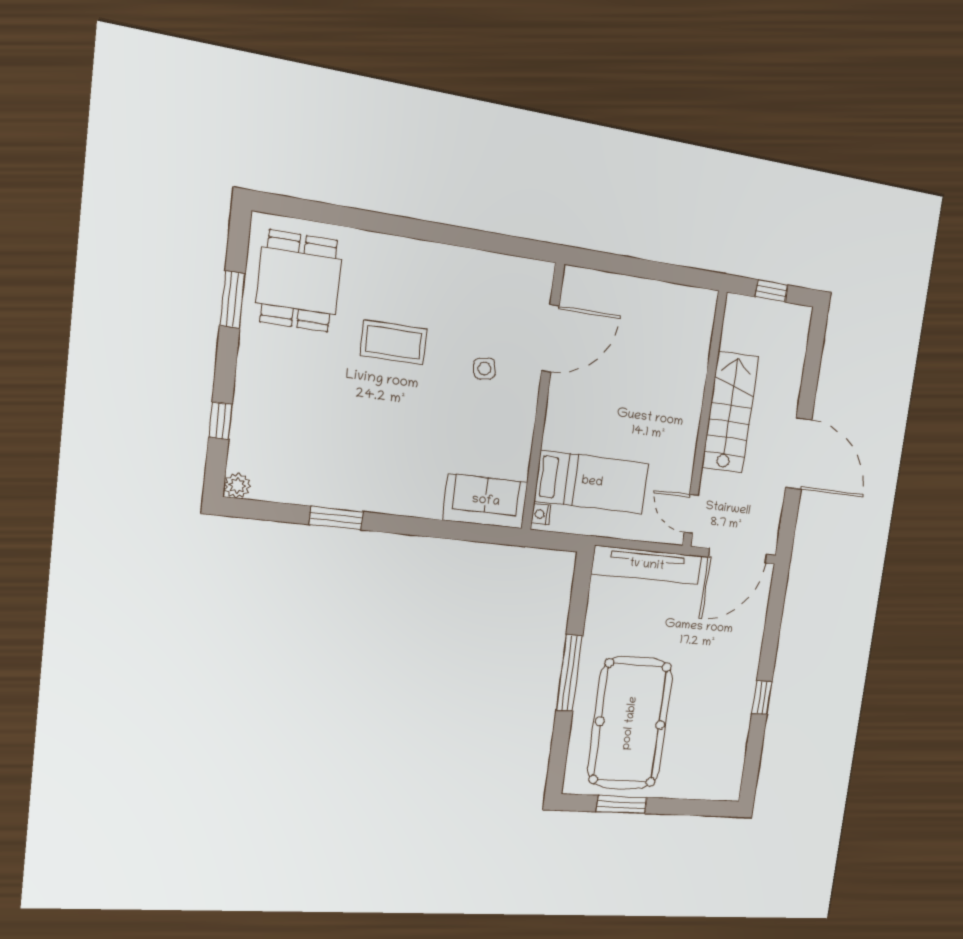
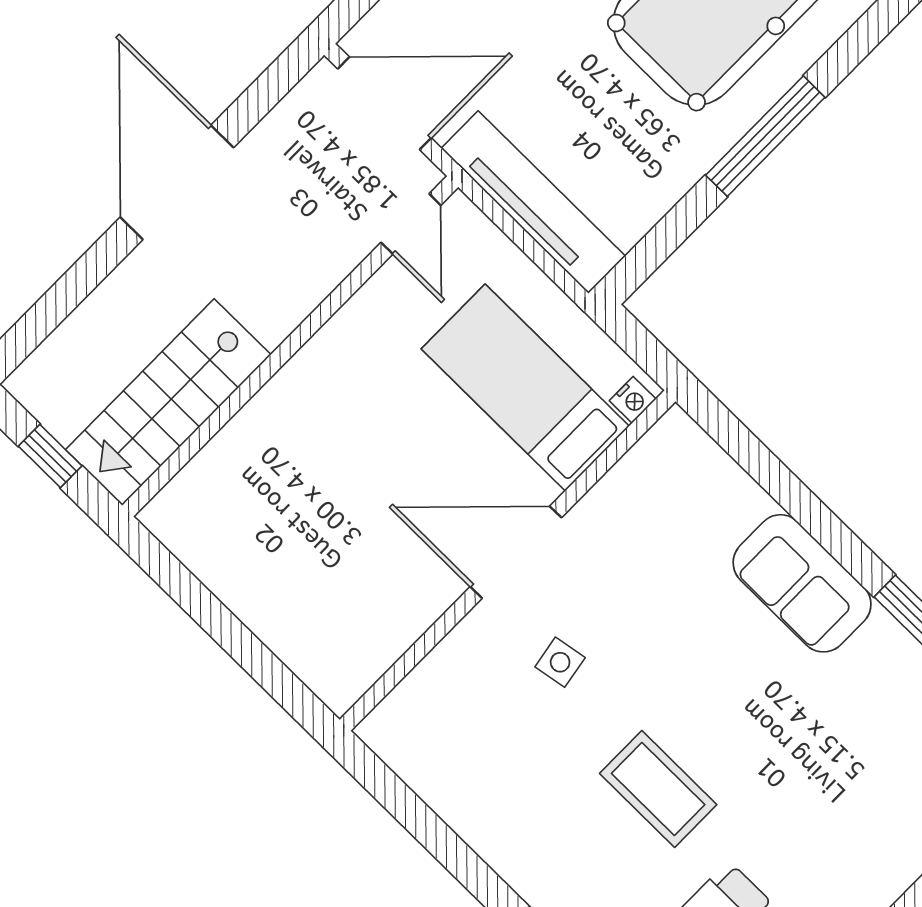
door: (550, 338) -> (516, 552), moved
stairs: (730, 412) -> (168, 402), moved
sofa: (486, 501) -> (802, 583), moved

